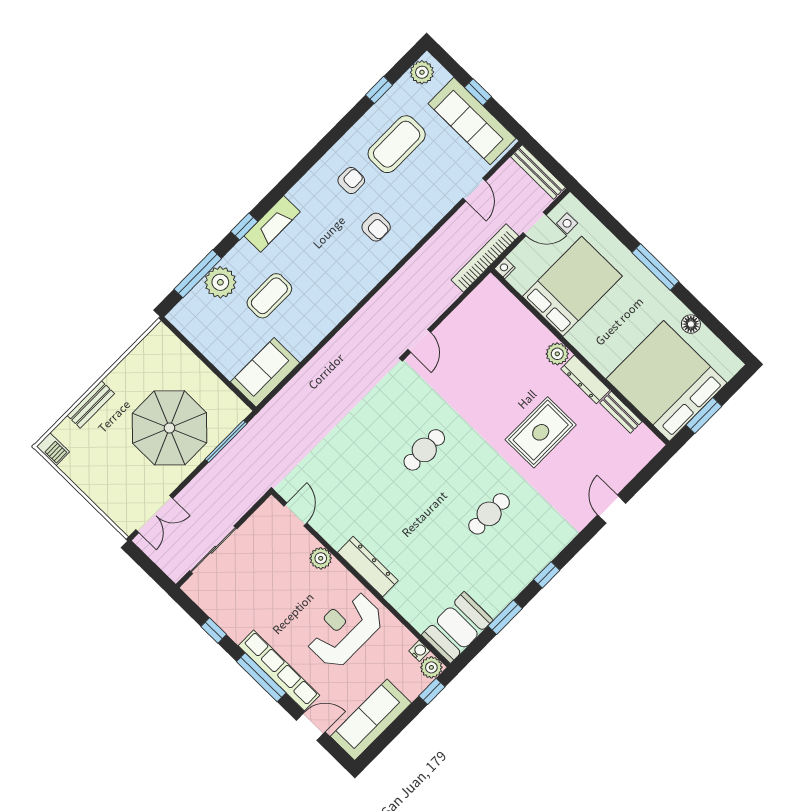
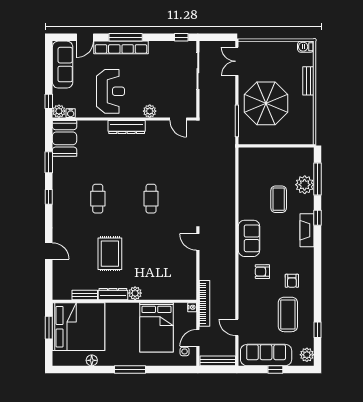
sofa: (265, 372) -> (249, 238), moved
window: (214, 631) -> (181, 37), moved

